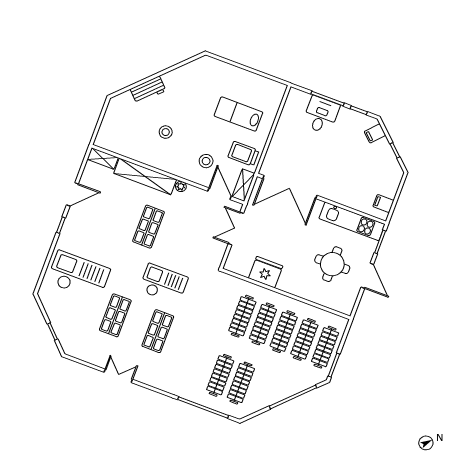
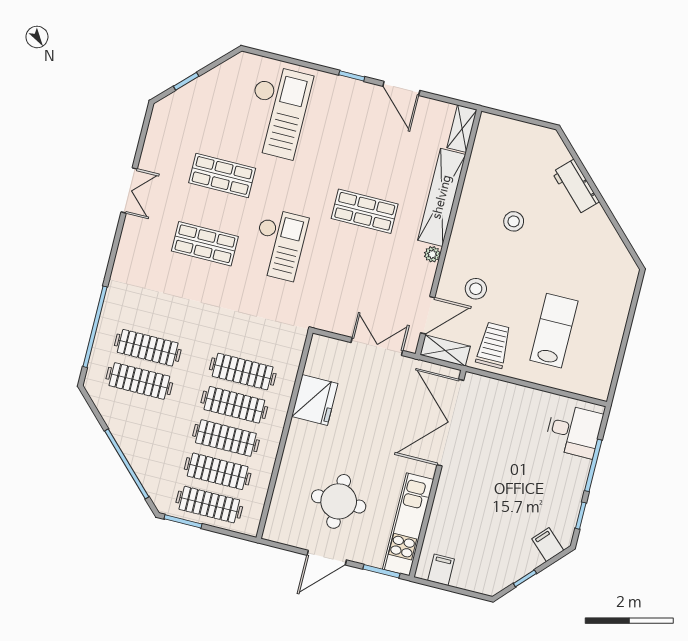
desk: (321, 115) -> (574, 431), moved

